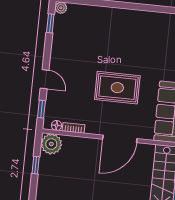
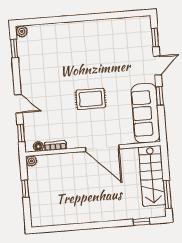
rug: (117, 88) -> (91, 99), width x0.73, depth x0.70
door: (120, 139) -> (102, 148), hinge flipped
plant: (51, 144) -> (31, 161), width x0.53, depth x0.53

